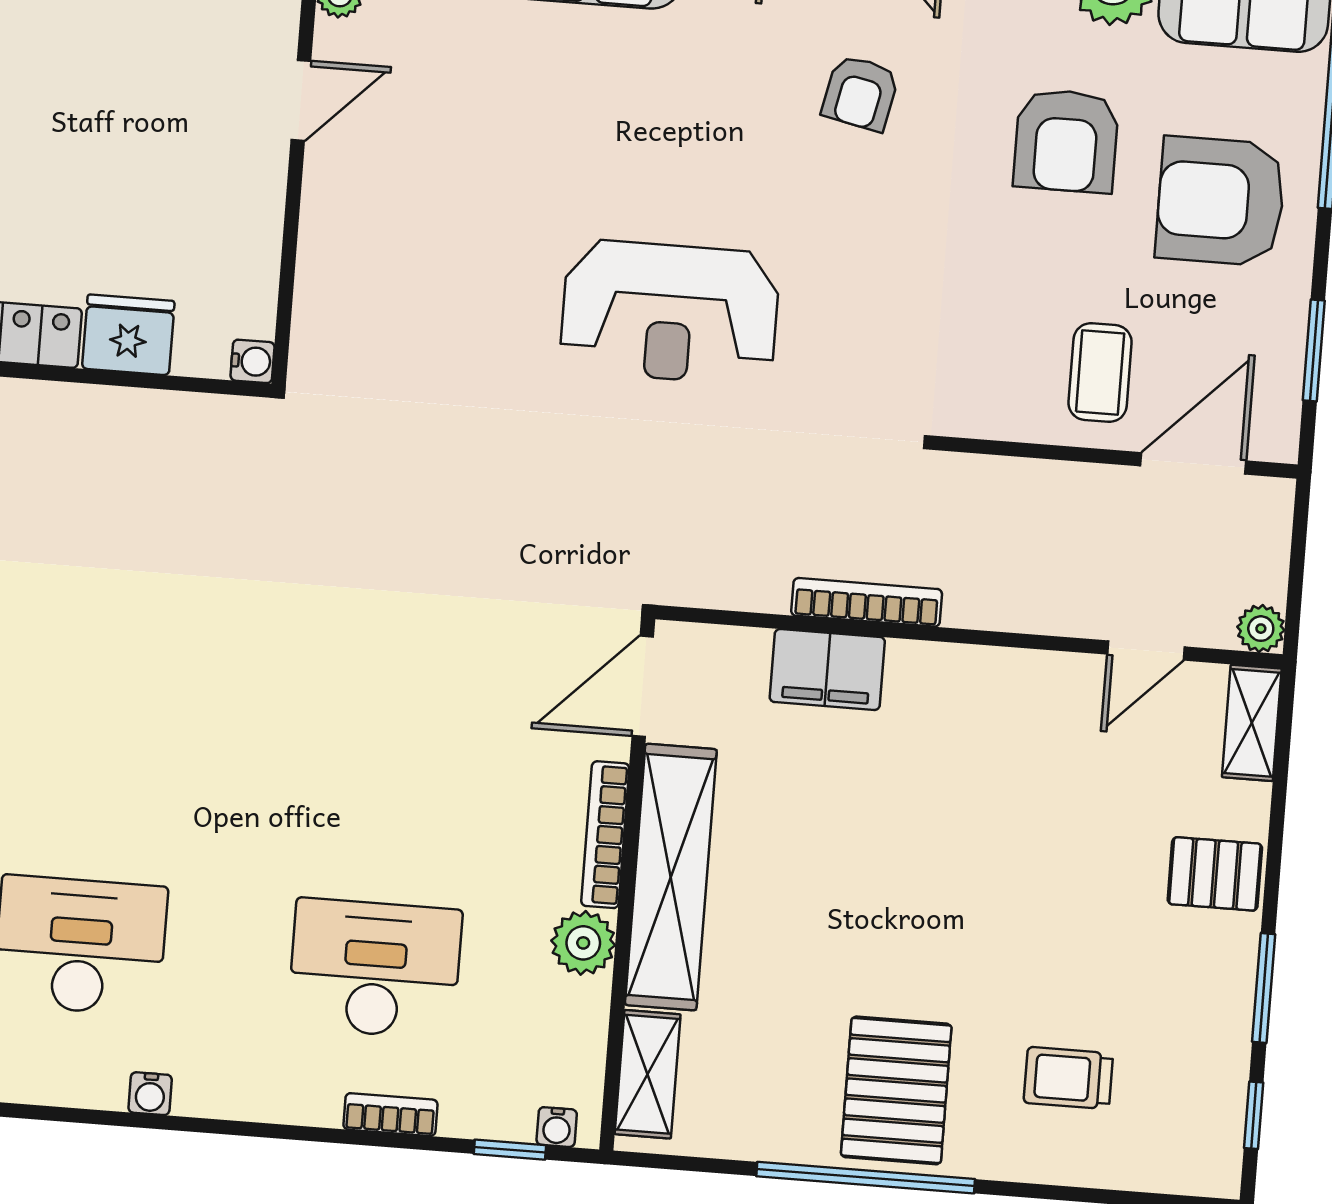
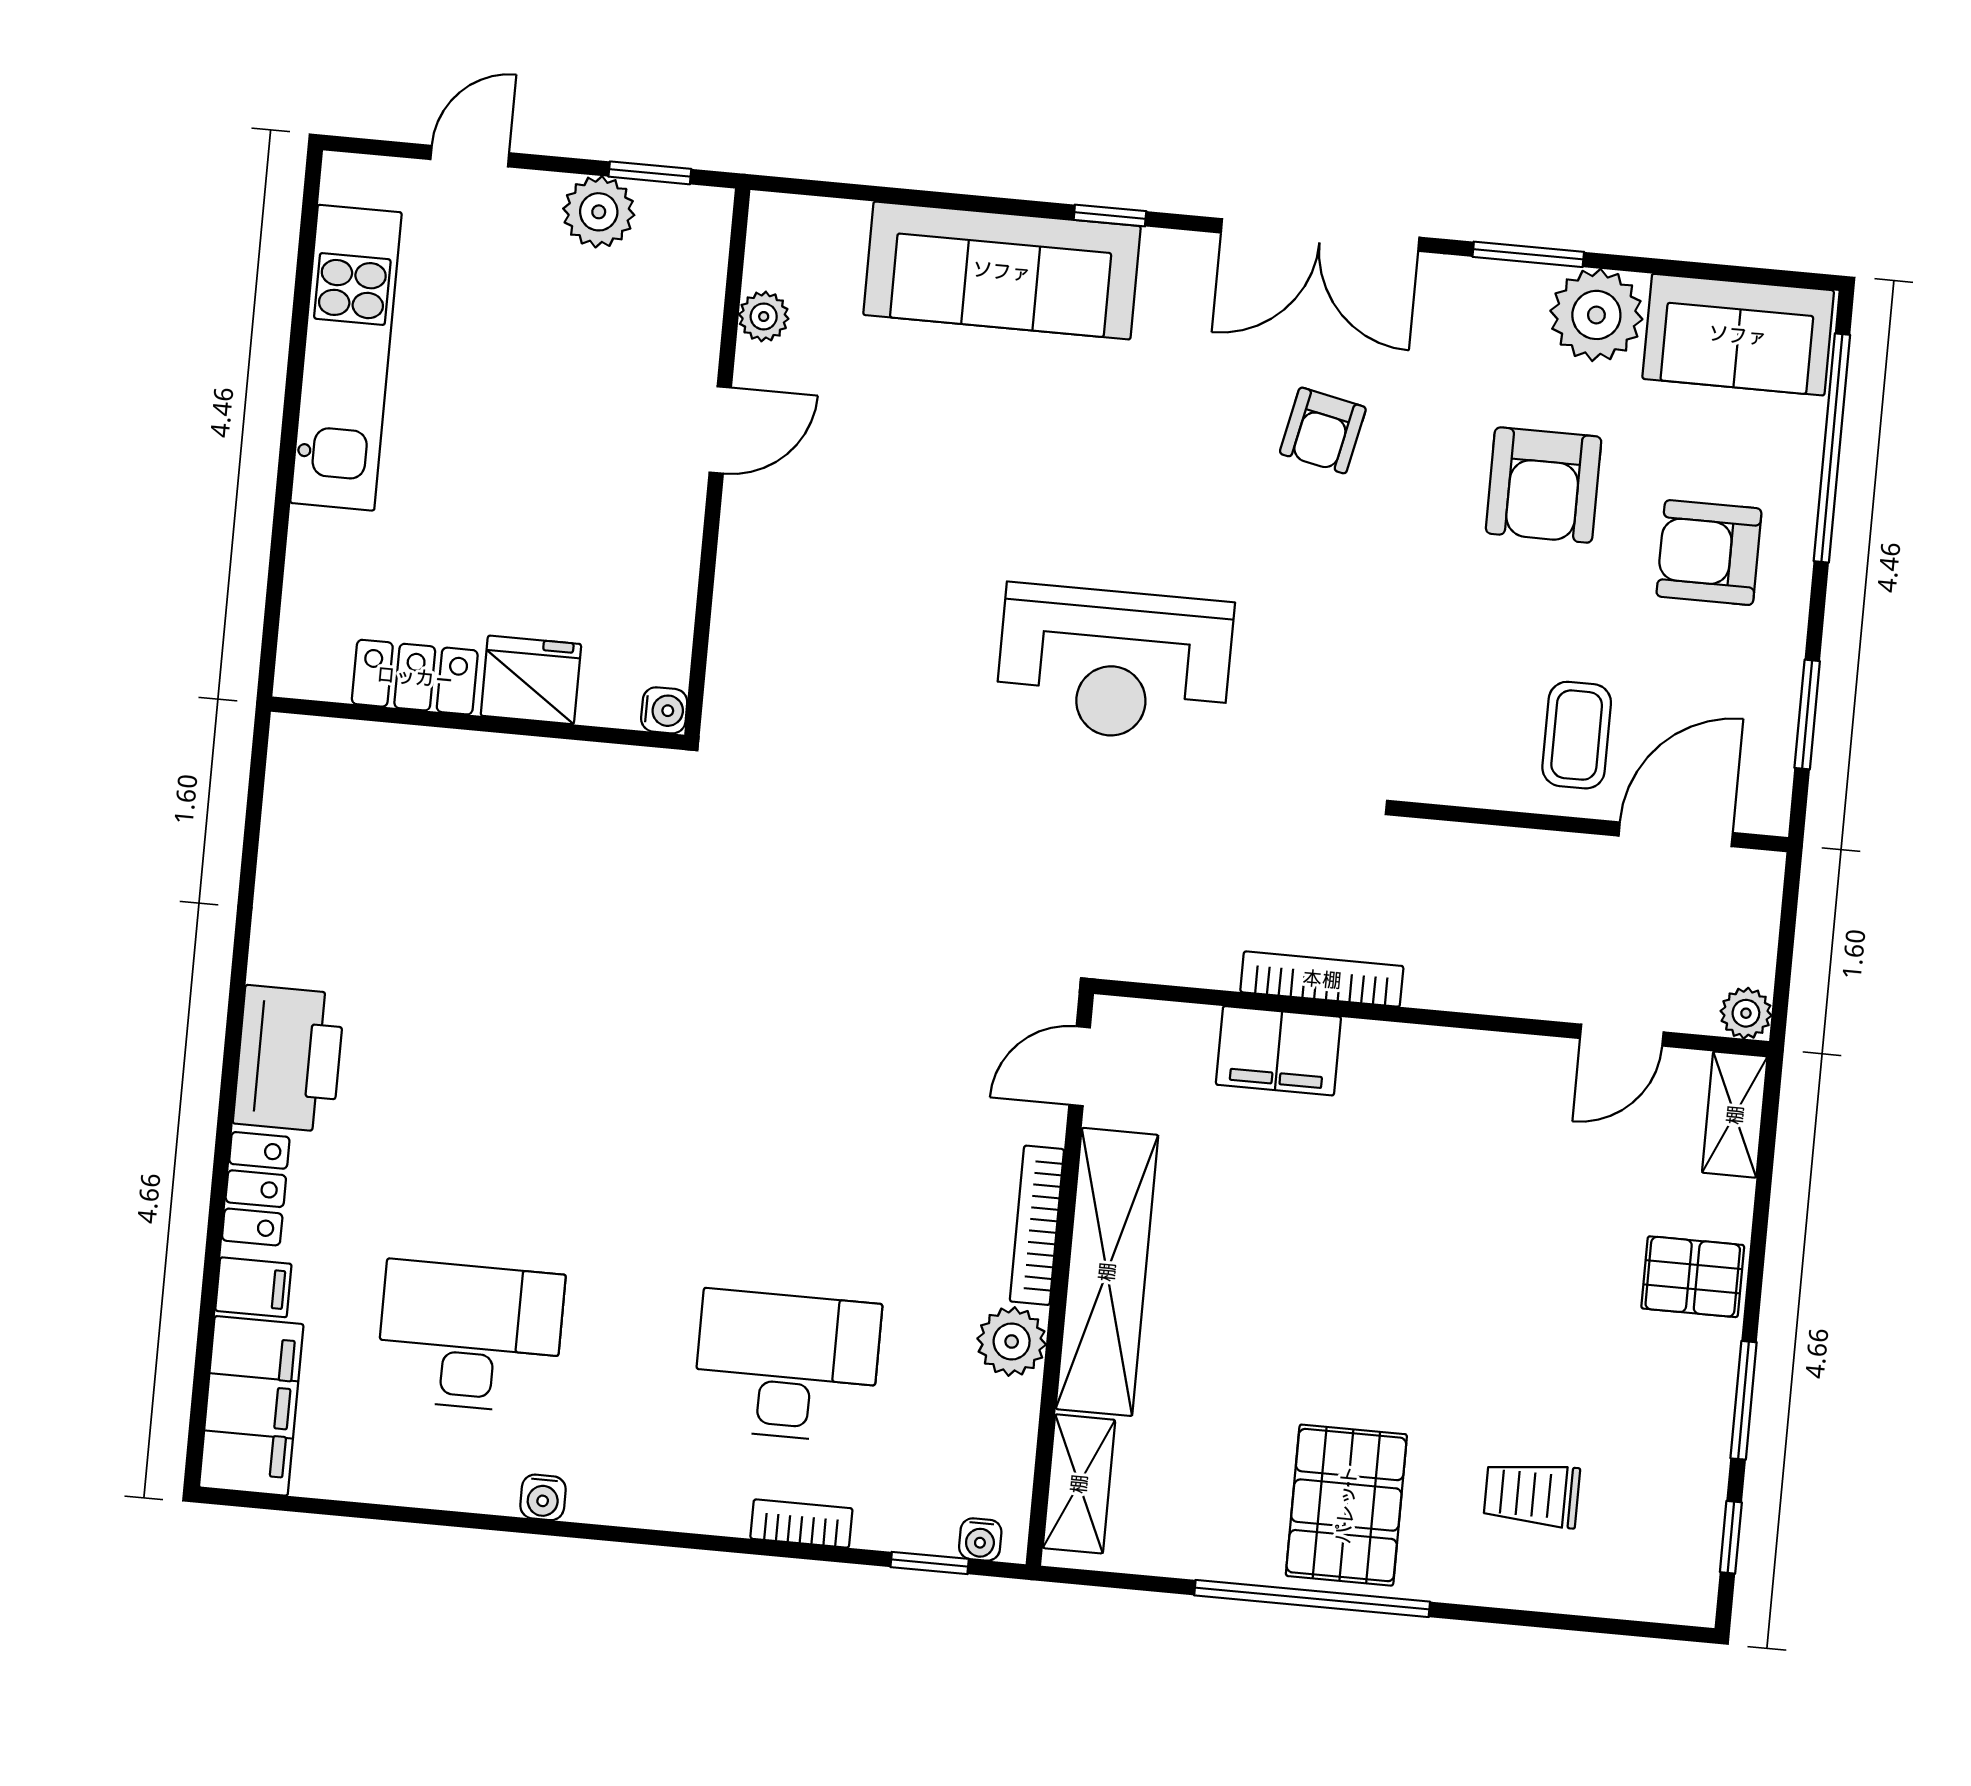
armchair: (1221, 201) -> (1709, 553), width x0.73, depth x0.73
door: (643, 686) -> (1080, 1066), width x0.73

